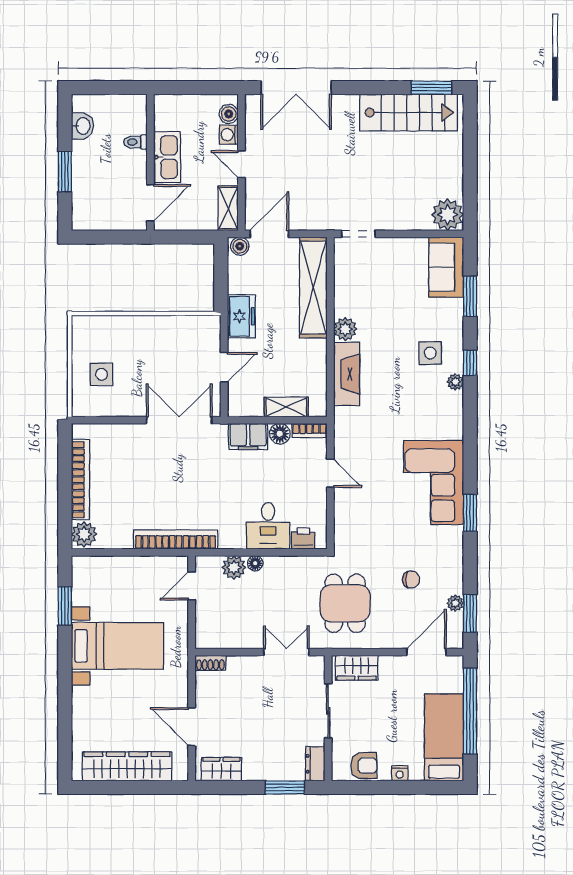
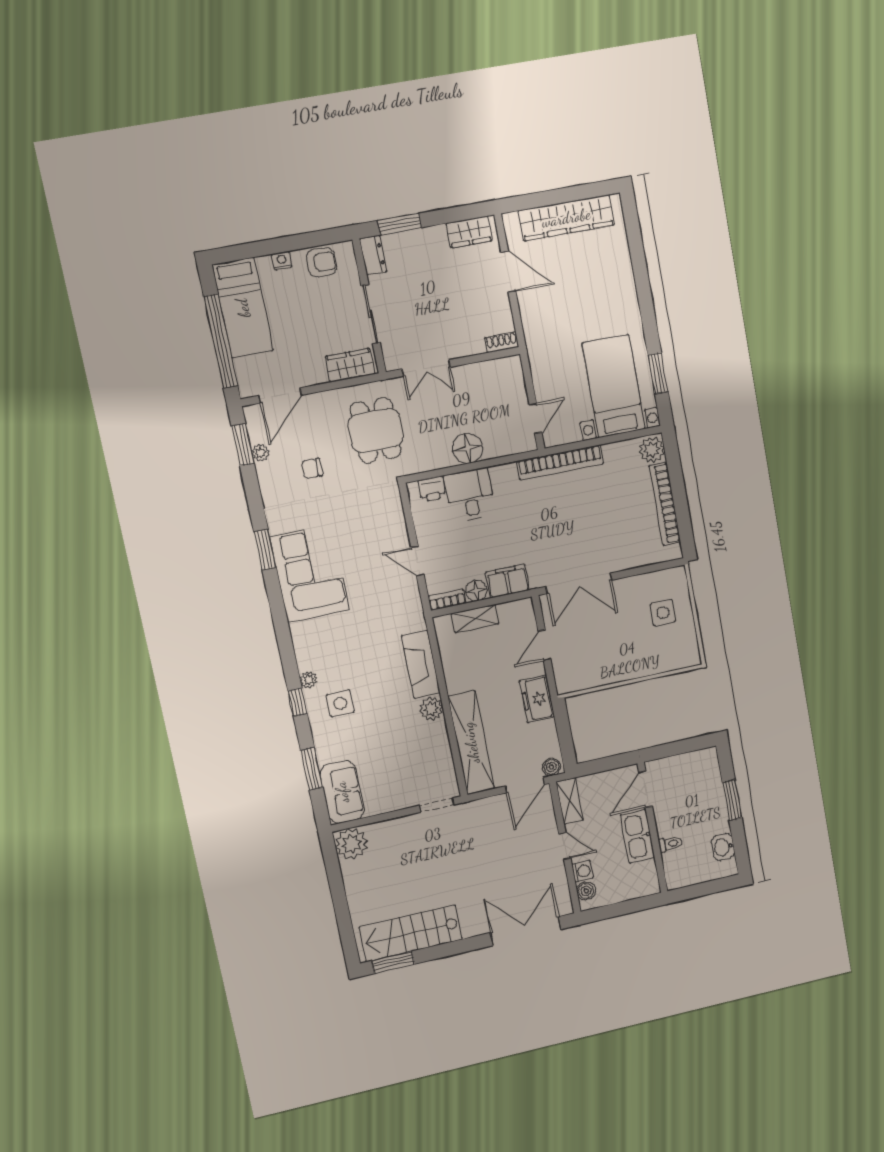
floor lamp: (255, 563) -> (467, 448), width x1.89, depth x1.89
plant: (234, 567) -> (496, 445), removed
bed with nightstands: (118, 646) -> (614, 386), moved, turned 90
armchair: (364, 766) -> (321, 262), turned 180

